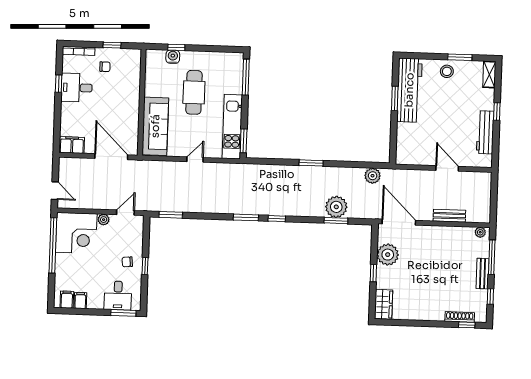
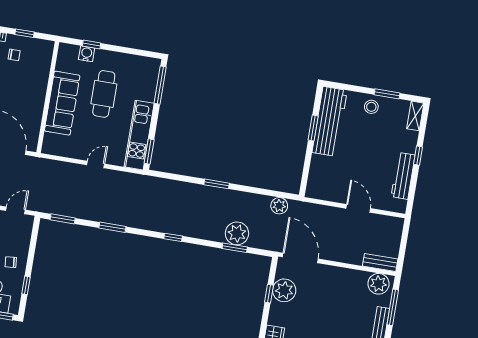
sofa: (155, 126) -> (62, 103), moved
bench: (449, 216) -> (380, 263), moved
window: (246, 217) -> (112, 227), moved
plant: (480, 232) -> (378, 284), width x1.88, depth x1.88
window: (145, 266) -> (26, 285), moved
window: (373, 273) -> (269, 294), moved

